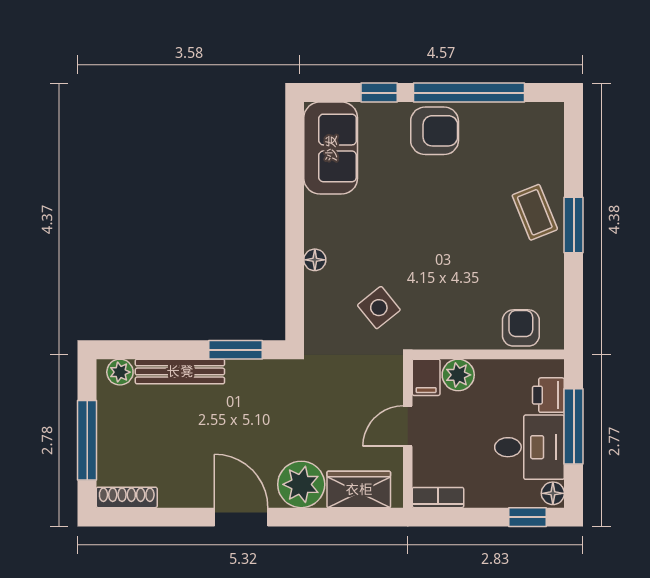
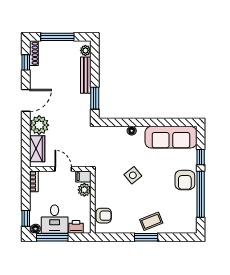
sofa: (331, 148) -> (171, 137), width x1.36
side table: (379, 308) -> (133, 175), moved
window: (574, 426) -> (52, 237), moved
window: (149, 517) -> (26, 62), added

